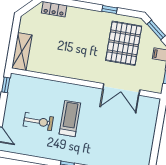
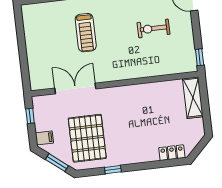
treadmill: (70, 119) -> (86, 33), moved

